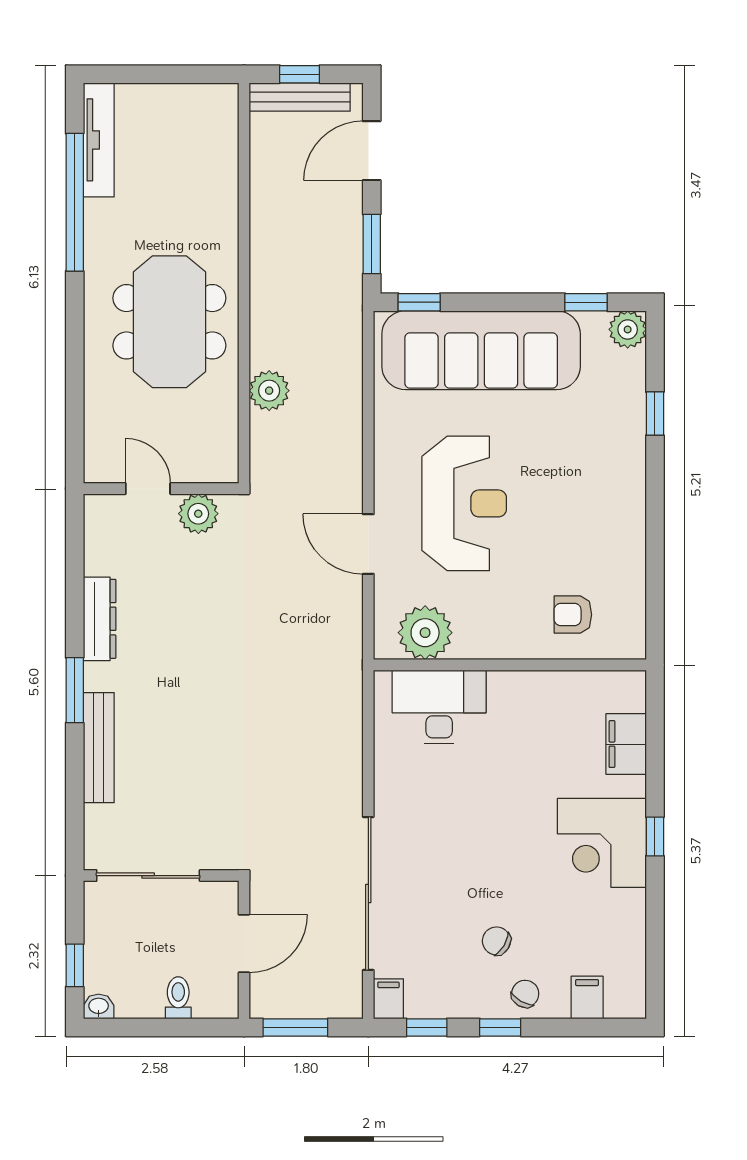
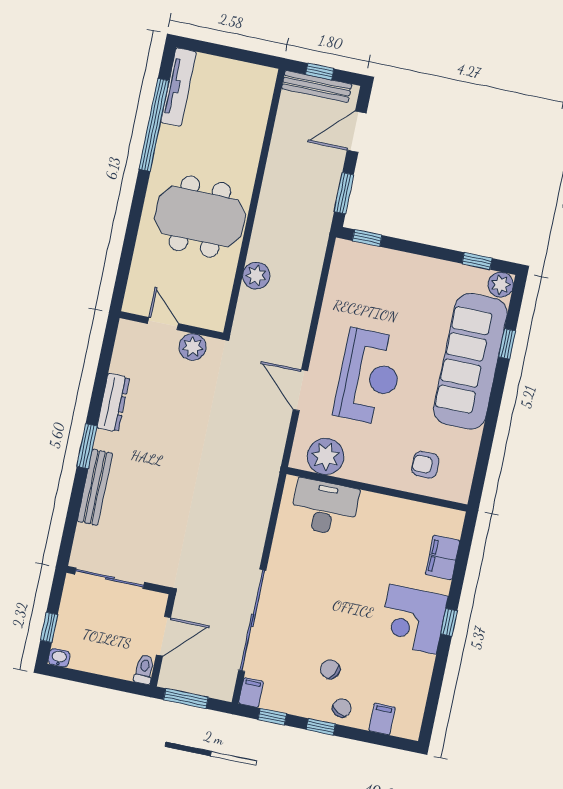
meeting table: (169, 322) -> (200, 217), turned 90
sofa: (481, 350) -> (470, 361), moved, turned 90
toilet: (178, 998) -> (144, 669), moved

